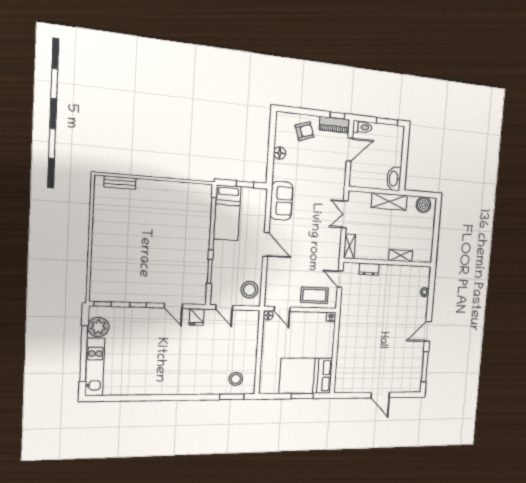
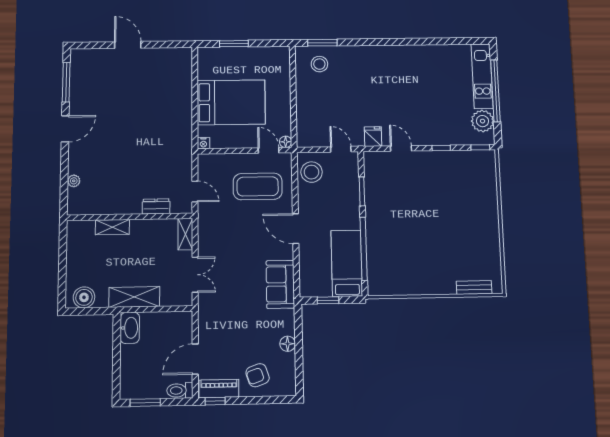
coffee table: (315, 295) -> (258, 186), moved, width x1.36, depth x1.32
bed: (306, 376) -> (231, 102), moved

